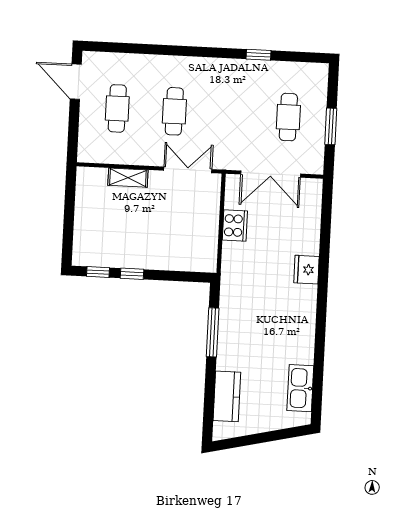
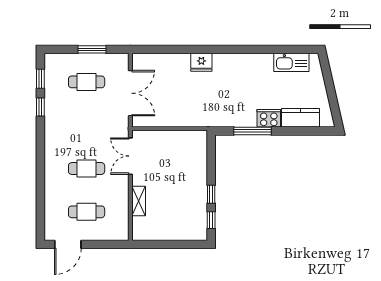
window: (296, 57) -> (40, 79), added
cooker: (235, 226) -> (269, 118), moved

